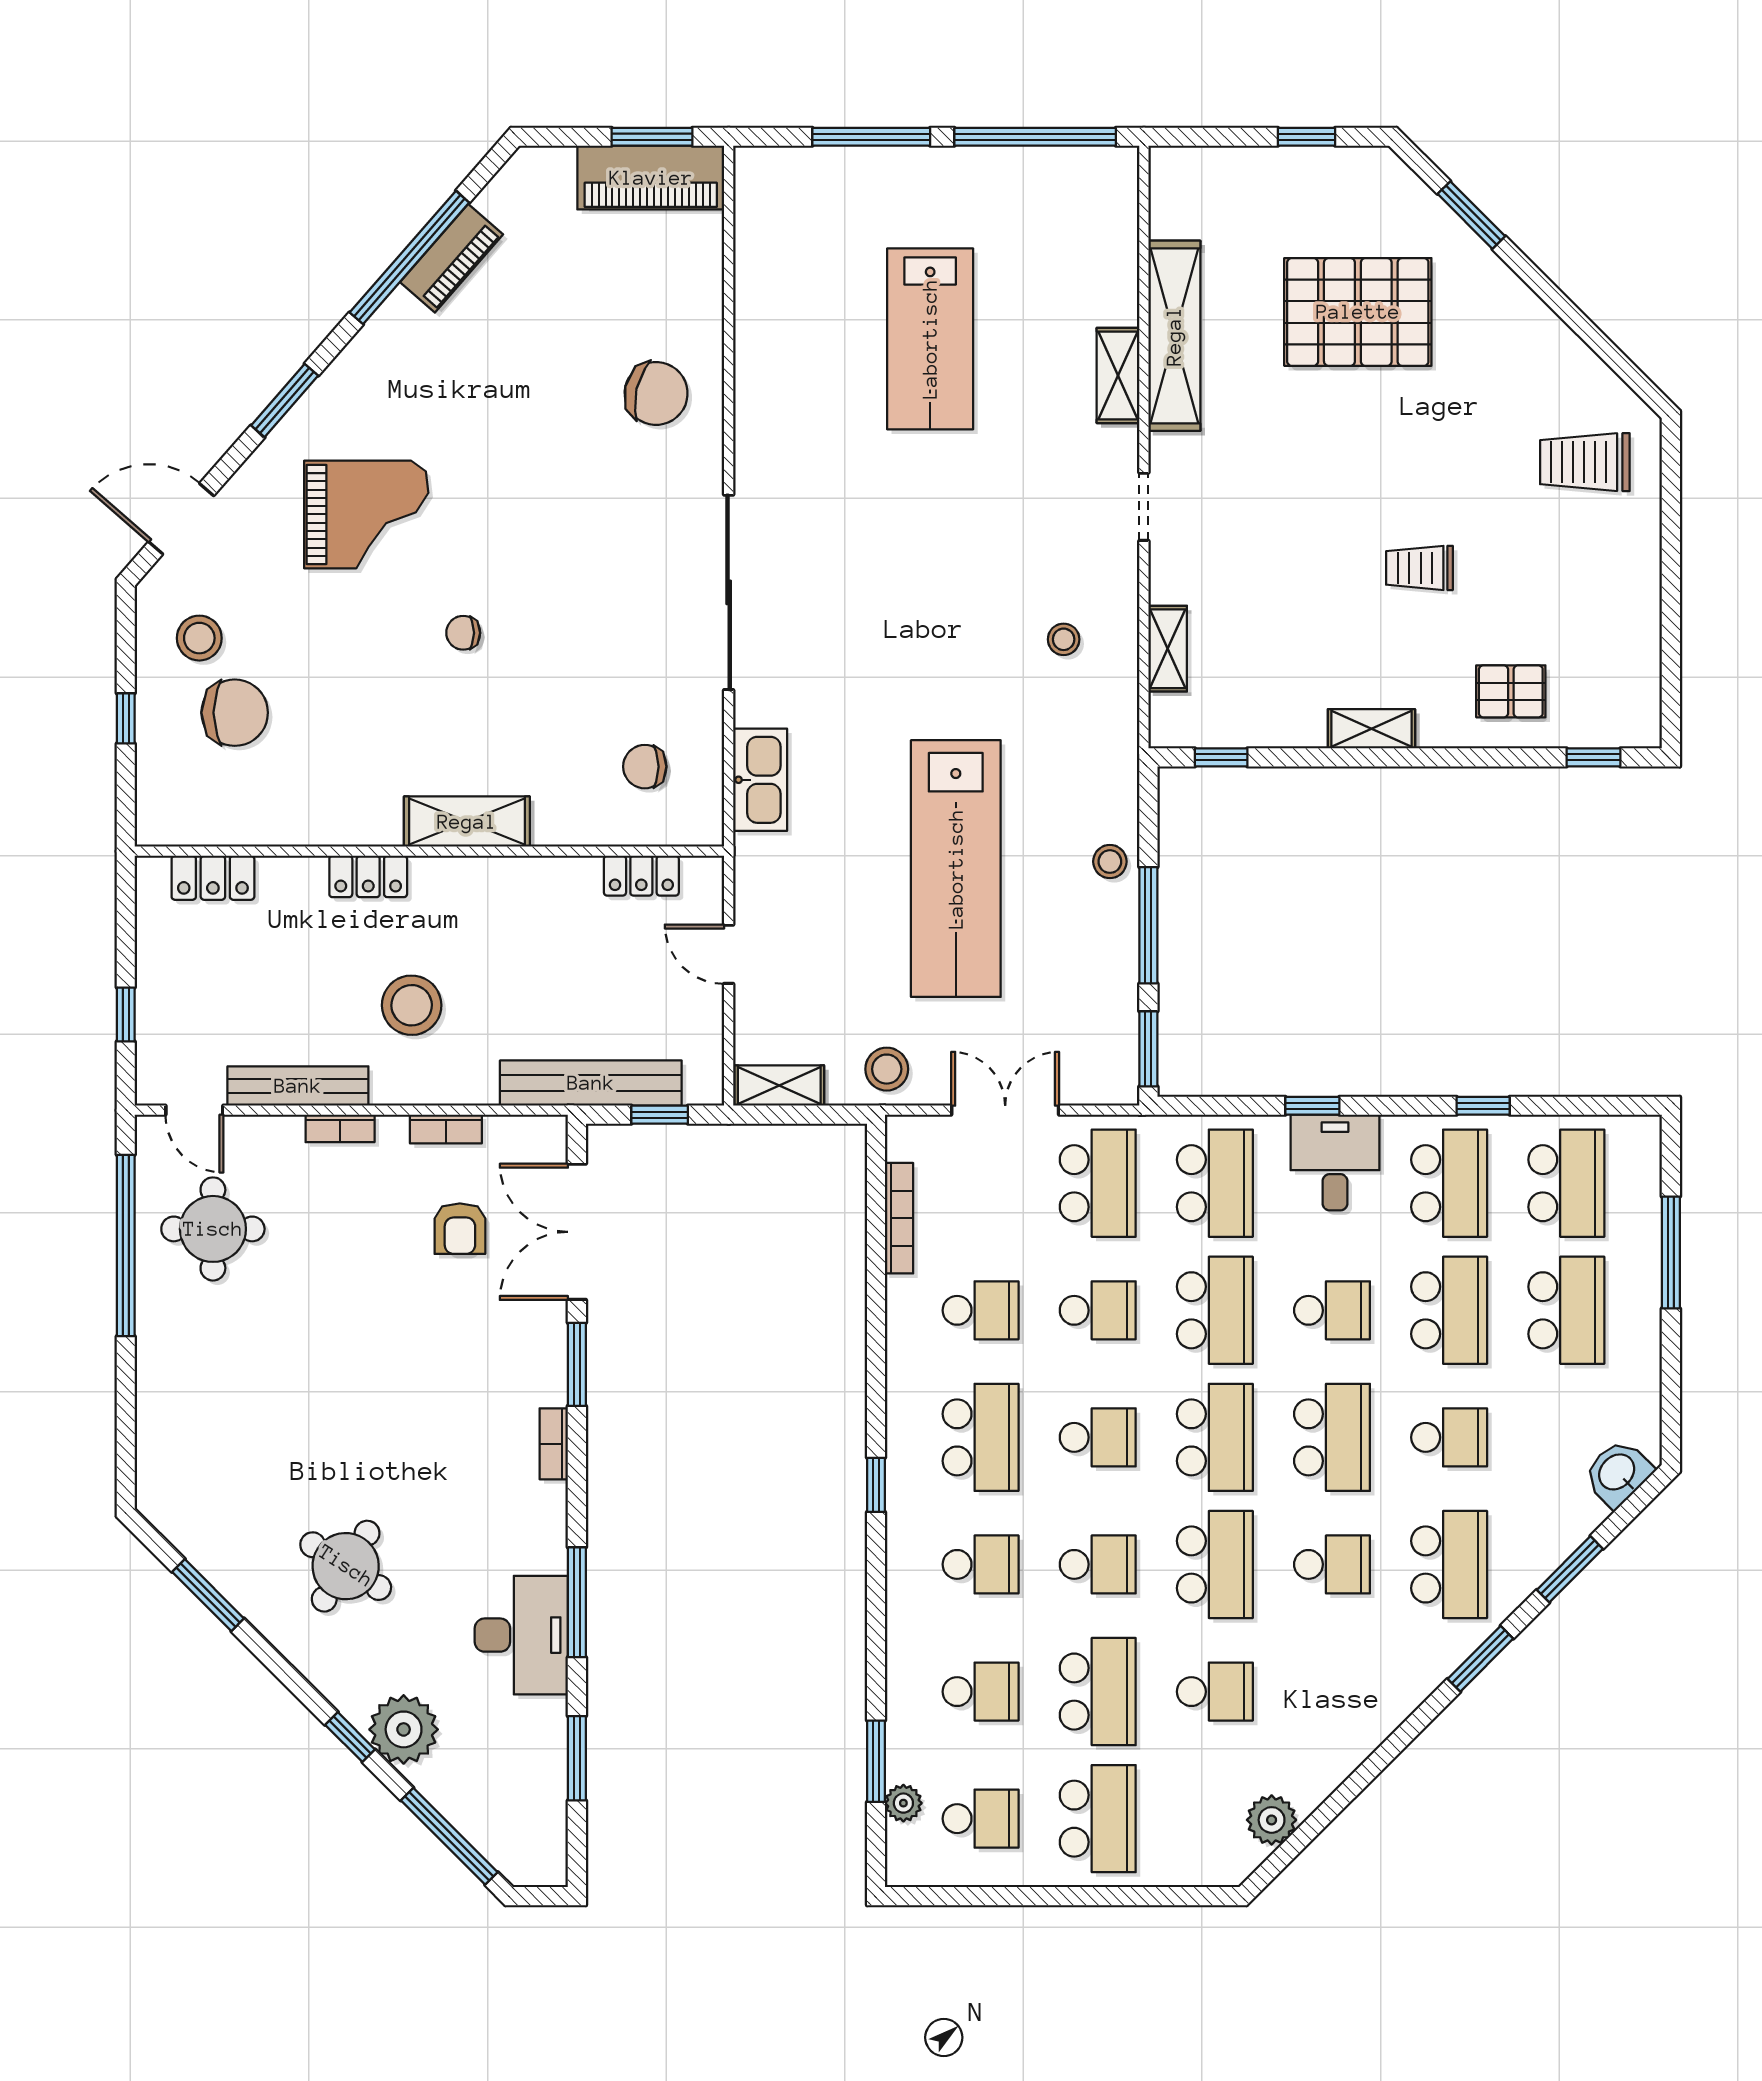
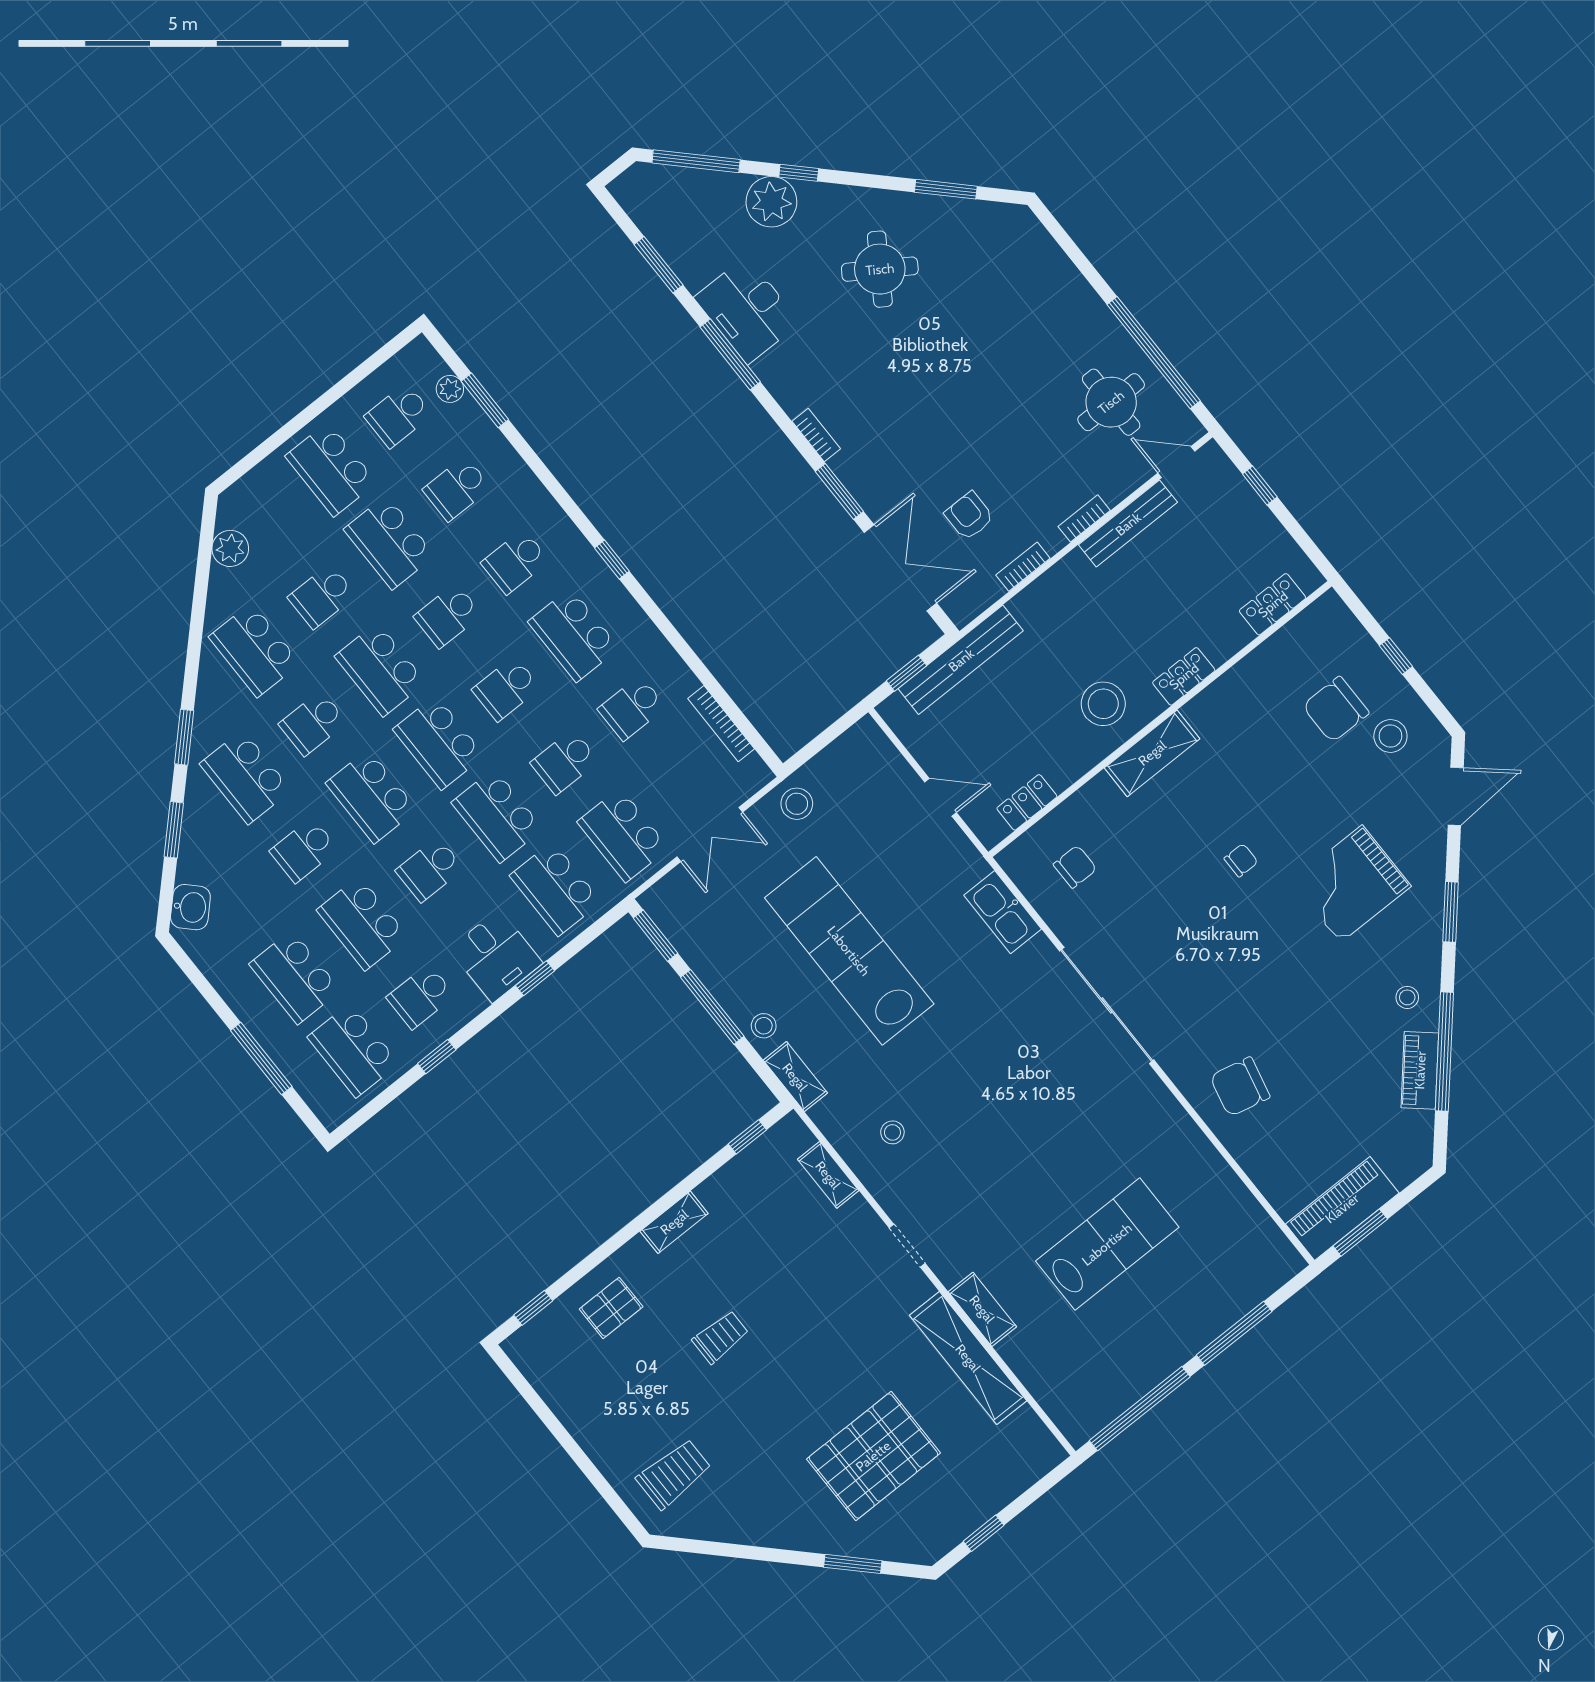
lab bench: (930, 339) -> (1107, 1244), turned 90
stool: (403, 346) -> (1407, 997), added
stool: (412, 1005) -> (1103, 704), moved
shelving: (779, 1086) -> (795, 1077), moved, turned 90
school desk: (1449, 1183) -> (421, 997), width x0.54
school desk: (1332, 1692) -> (254, 650), added

